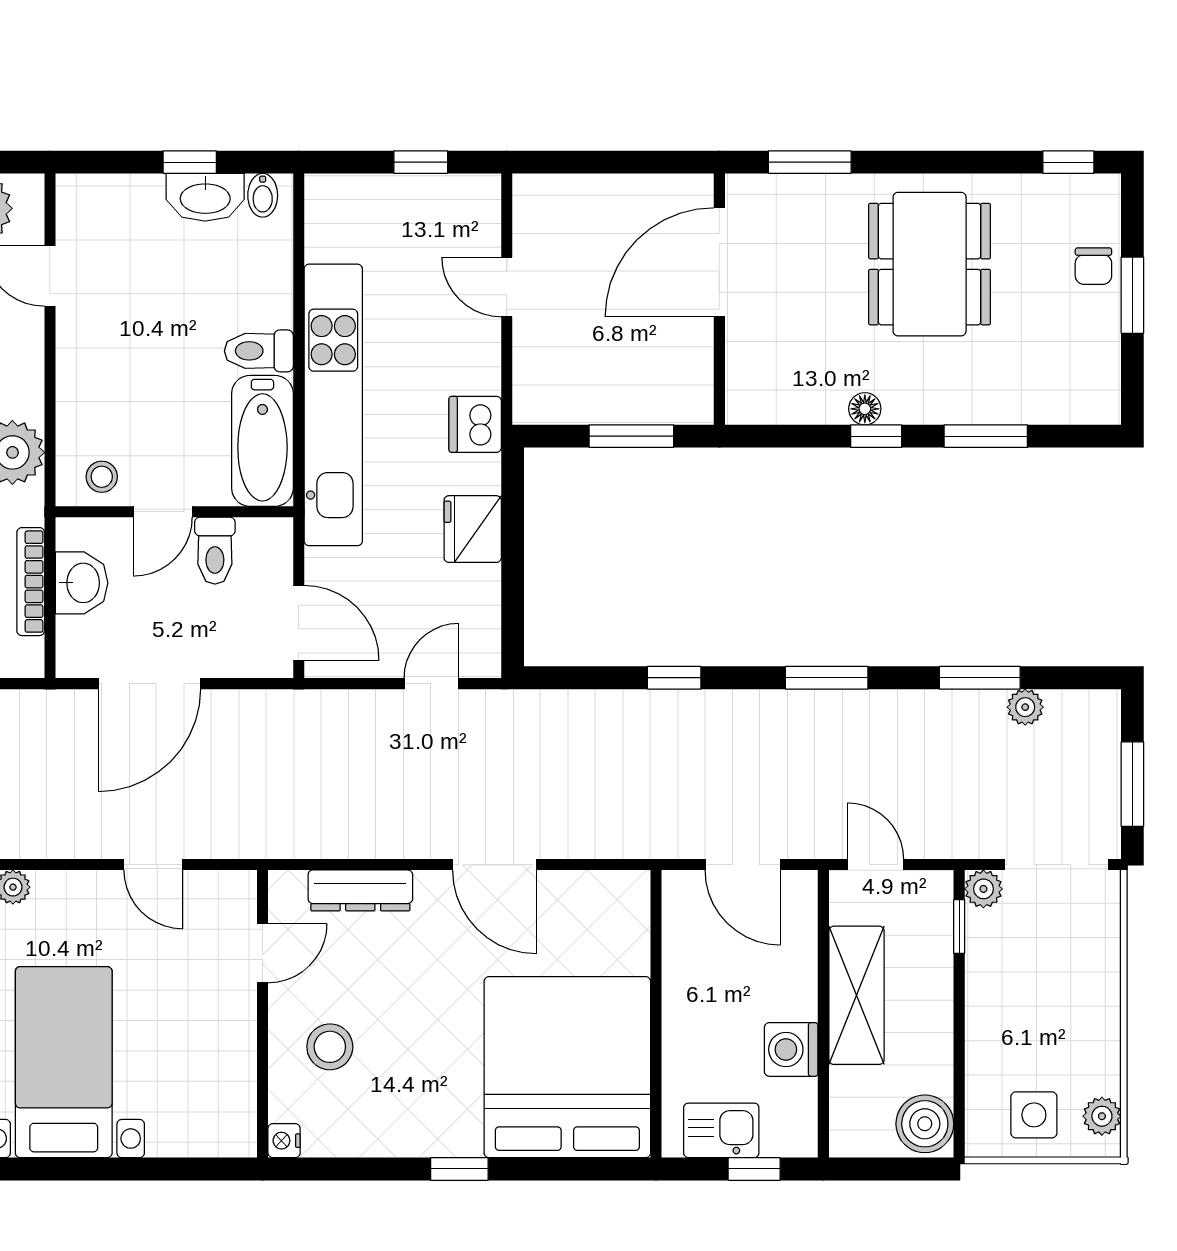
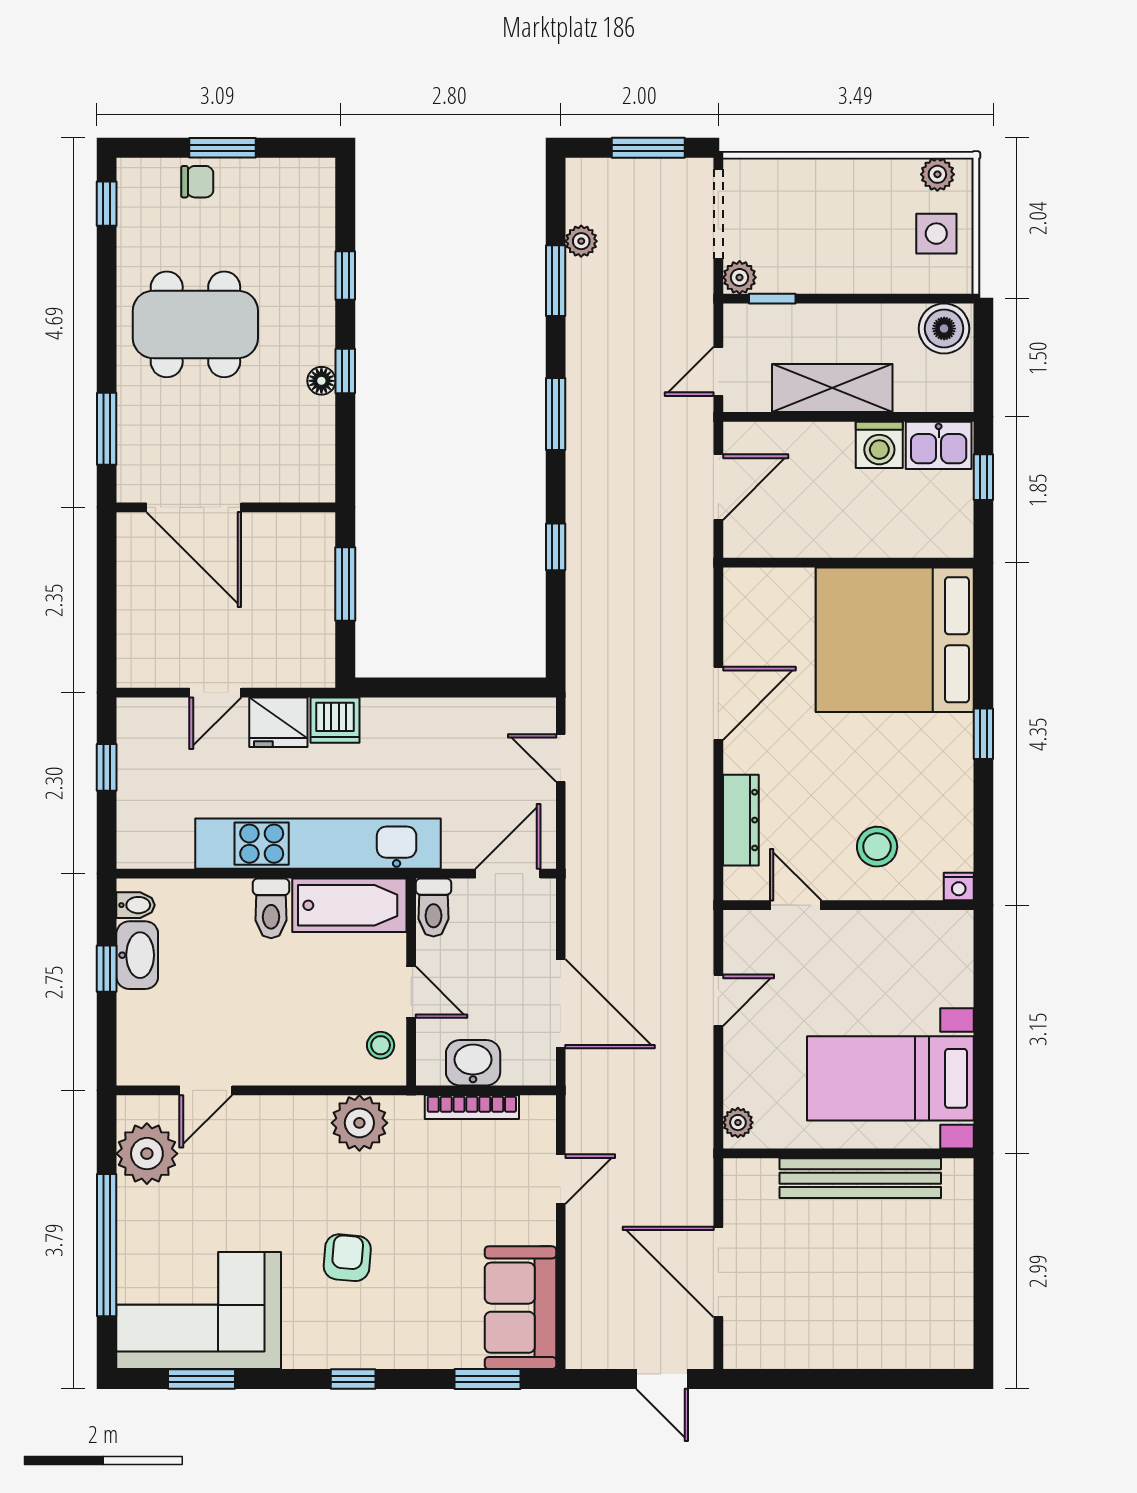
window: (986, 436) -> (345, 275), width x0.67
fridge: (473, 529) -> (278, 722), moved
toilet: (215, 551) -> (433, 908), moved, turned 90
kitchen sink: (721, 1130) -> (939, 445), moved, turned -90

